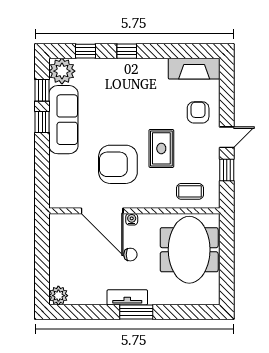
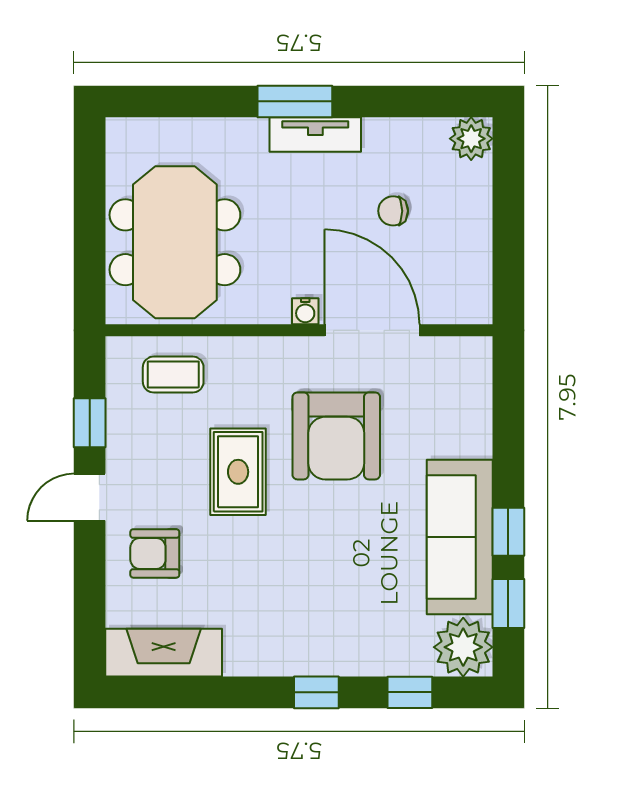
armchair: (198, 112) -> (155, 553), turned 90
armchair: (118, 164) -> (336, 436), turned 90
chair: (130, 255) -> (393, 211), moved

